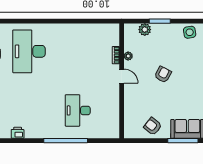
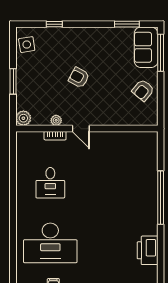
plant: (145, 30) -> (23, 118), moved
door: (122, 76) -> (81, 129), swing flipped
desk: (78, 110) -> (50, 183), moved, width x0.73
printer: (18, 133) -> (148, 250), width x1.87, depth x1.48

